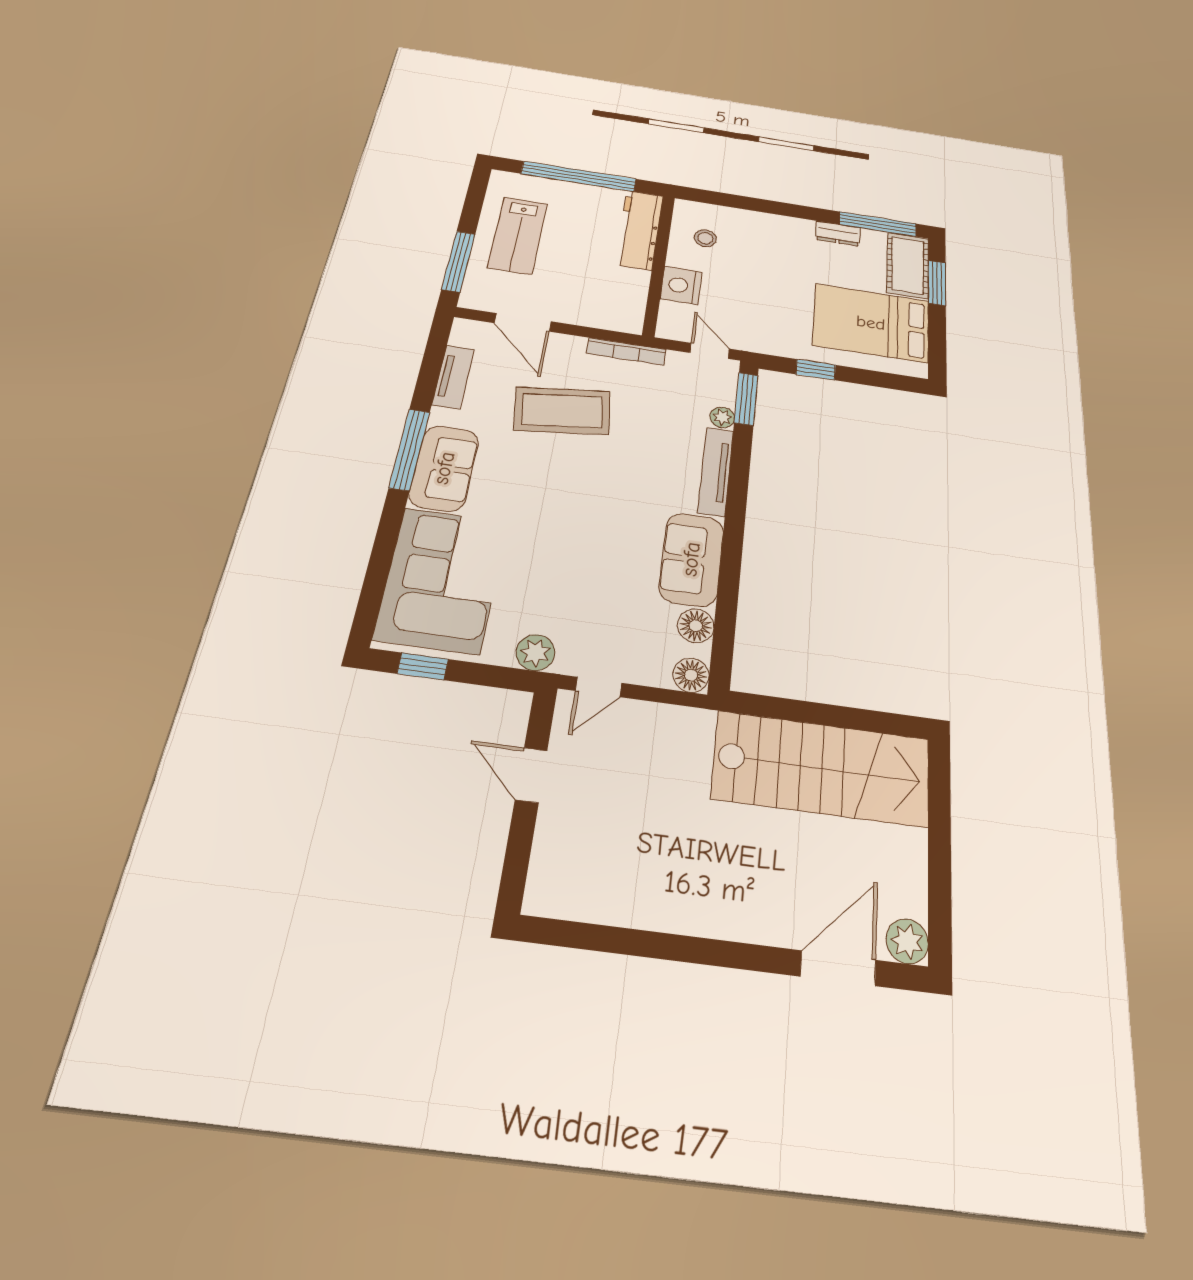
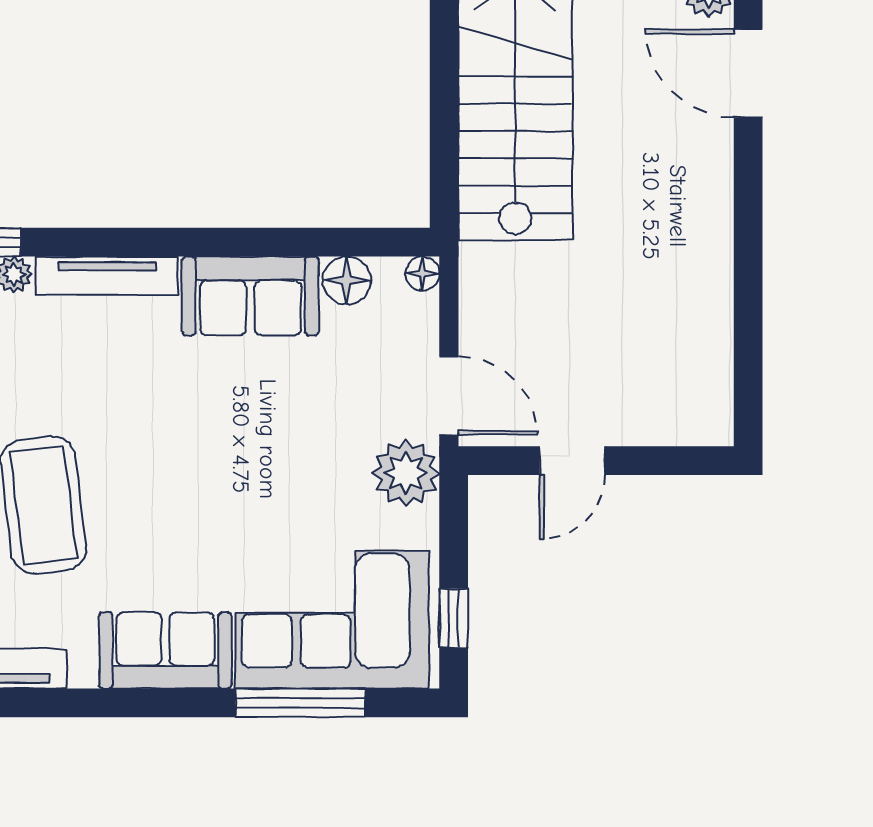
window: (409, 449) -> (300, 703), moved
plant: (535, 653) -> (406, 473), width x1.36, depth x1.36
floor lamp: (691, 675) -> (422, 274), width x0.73, depth x0.73
door: (599, 687) -> (449, 395), width x1.38

